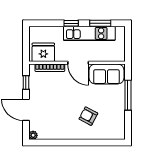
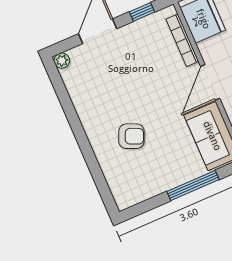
armchair: (88, 116) -> (131, 136), turned 86

